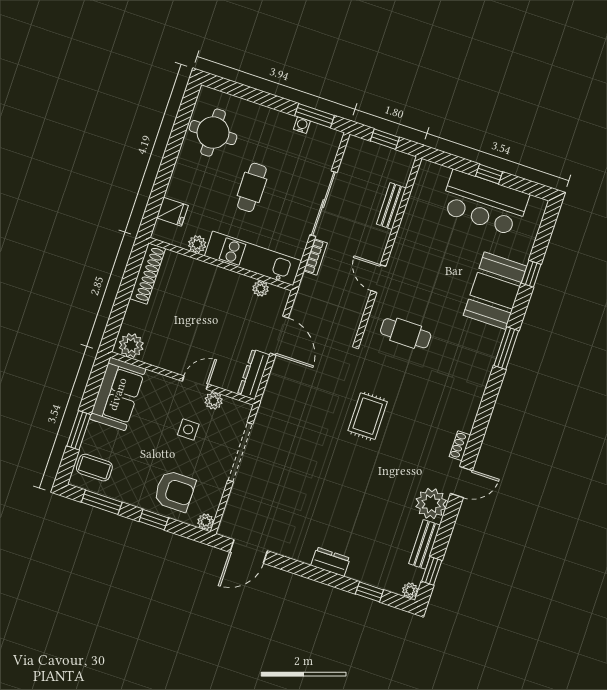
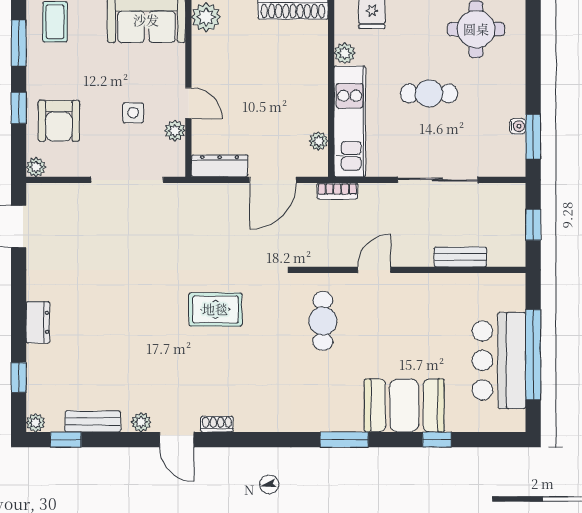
window: (489, 174) -> (533, 355), width x3.17
bookcase: (315, 257) -> (337, 191), moved
plant: (431, 504) -> (141, 422), width x0.53, depth x0.53

